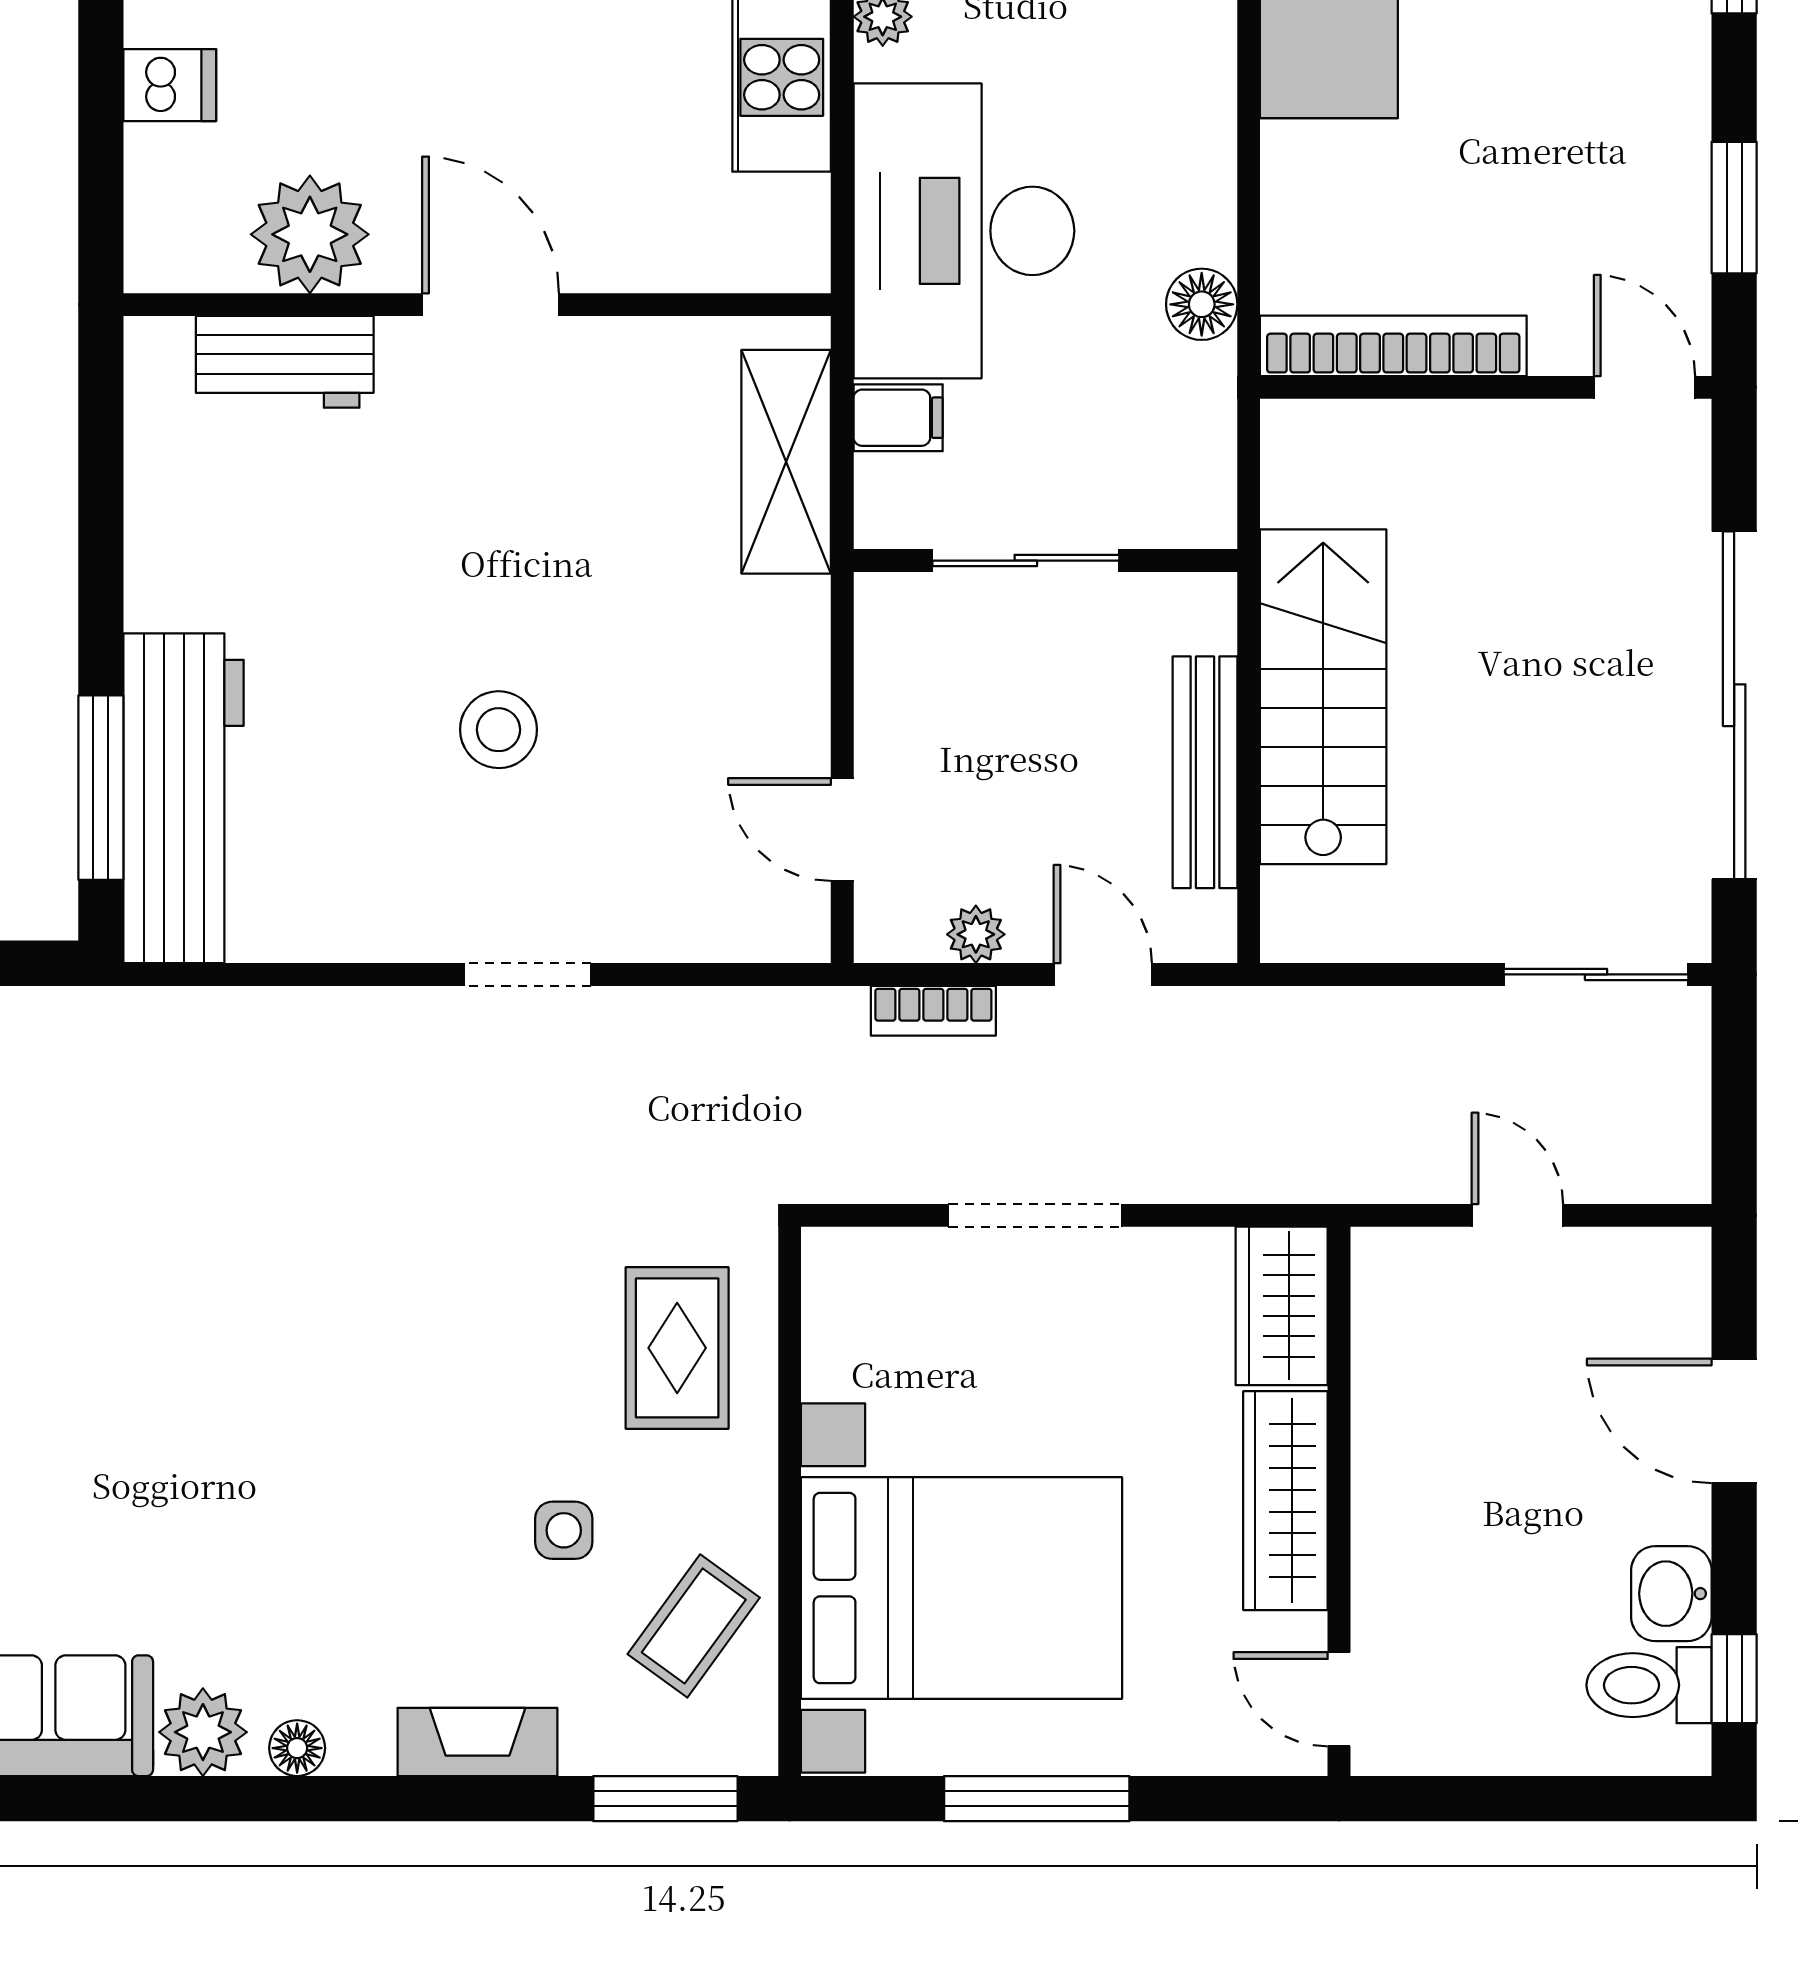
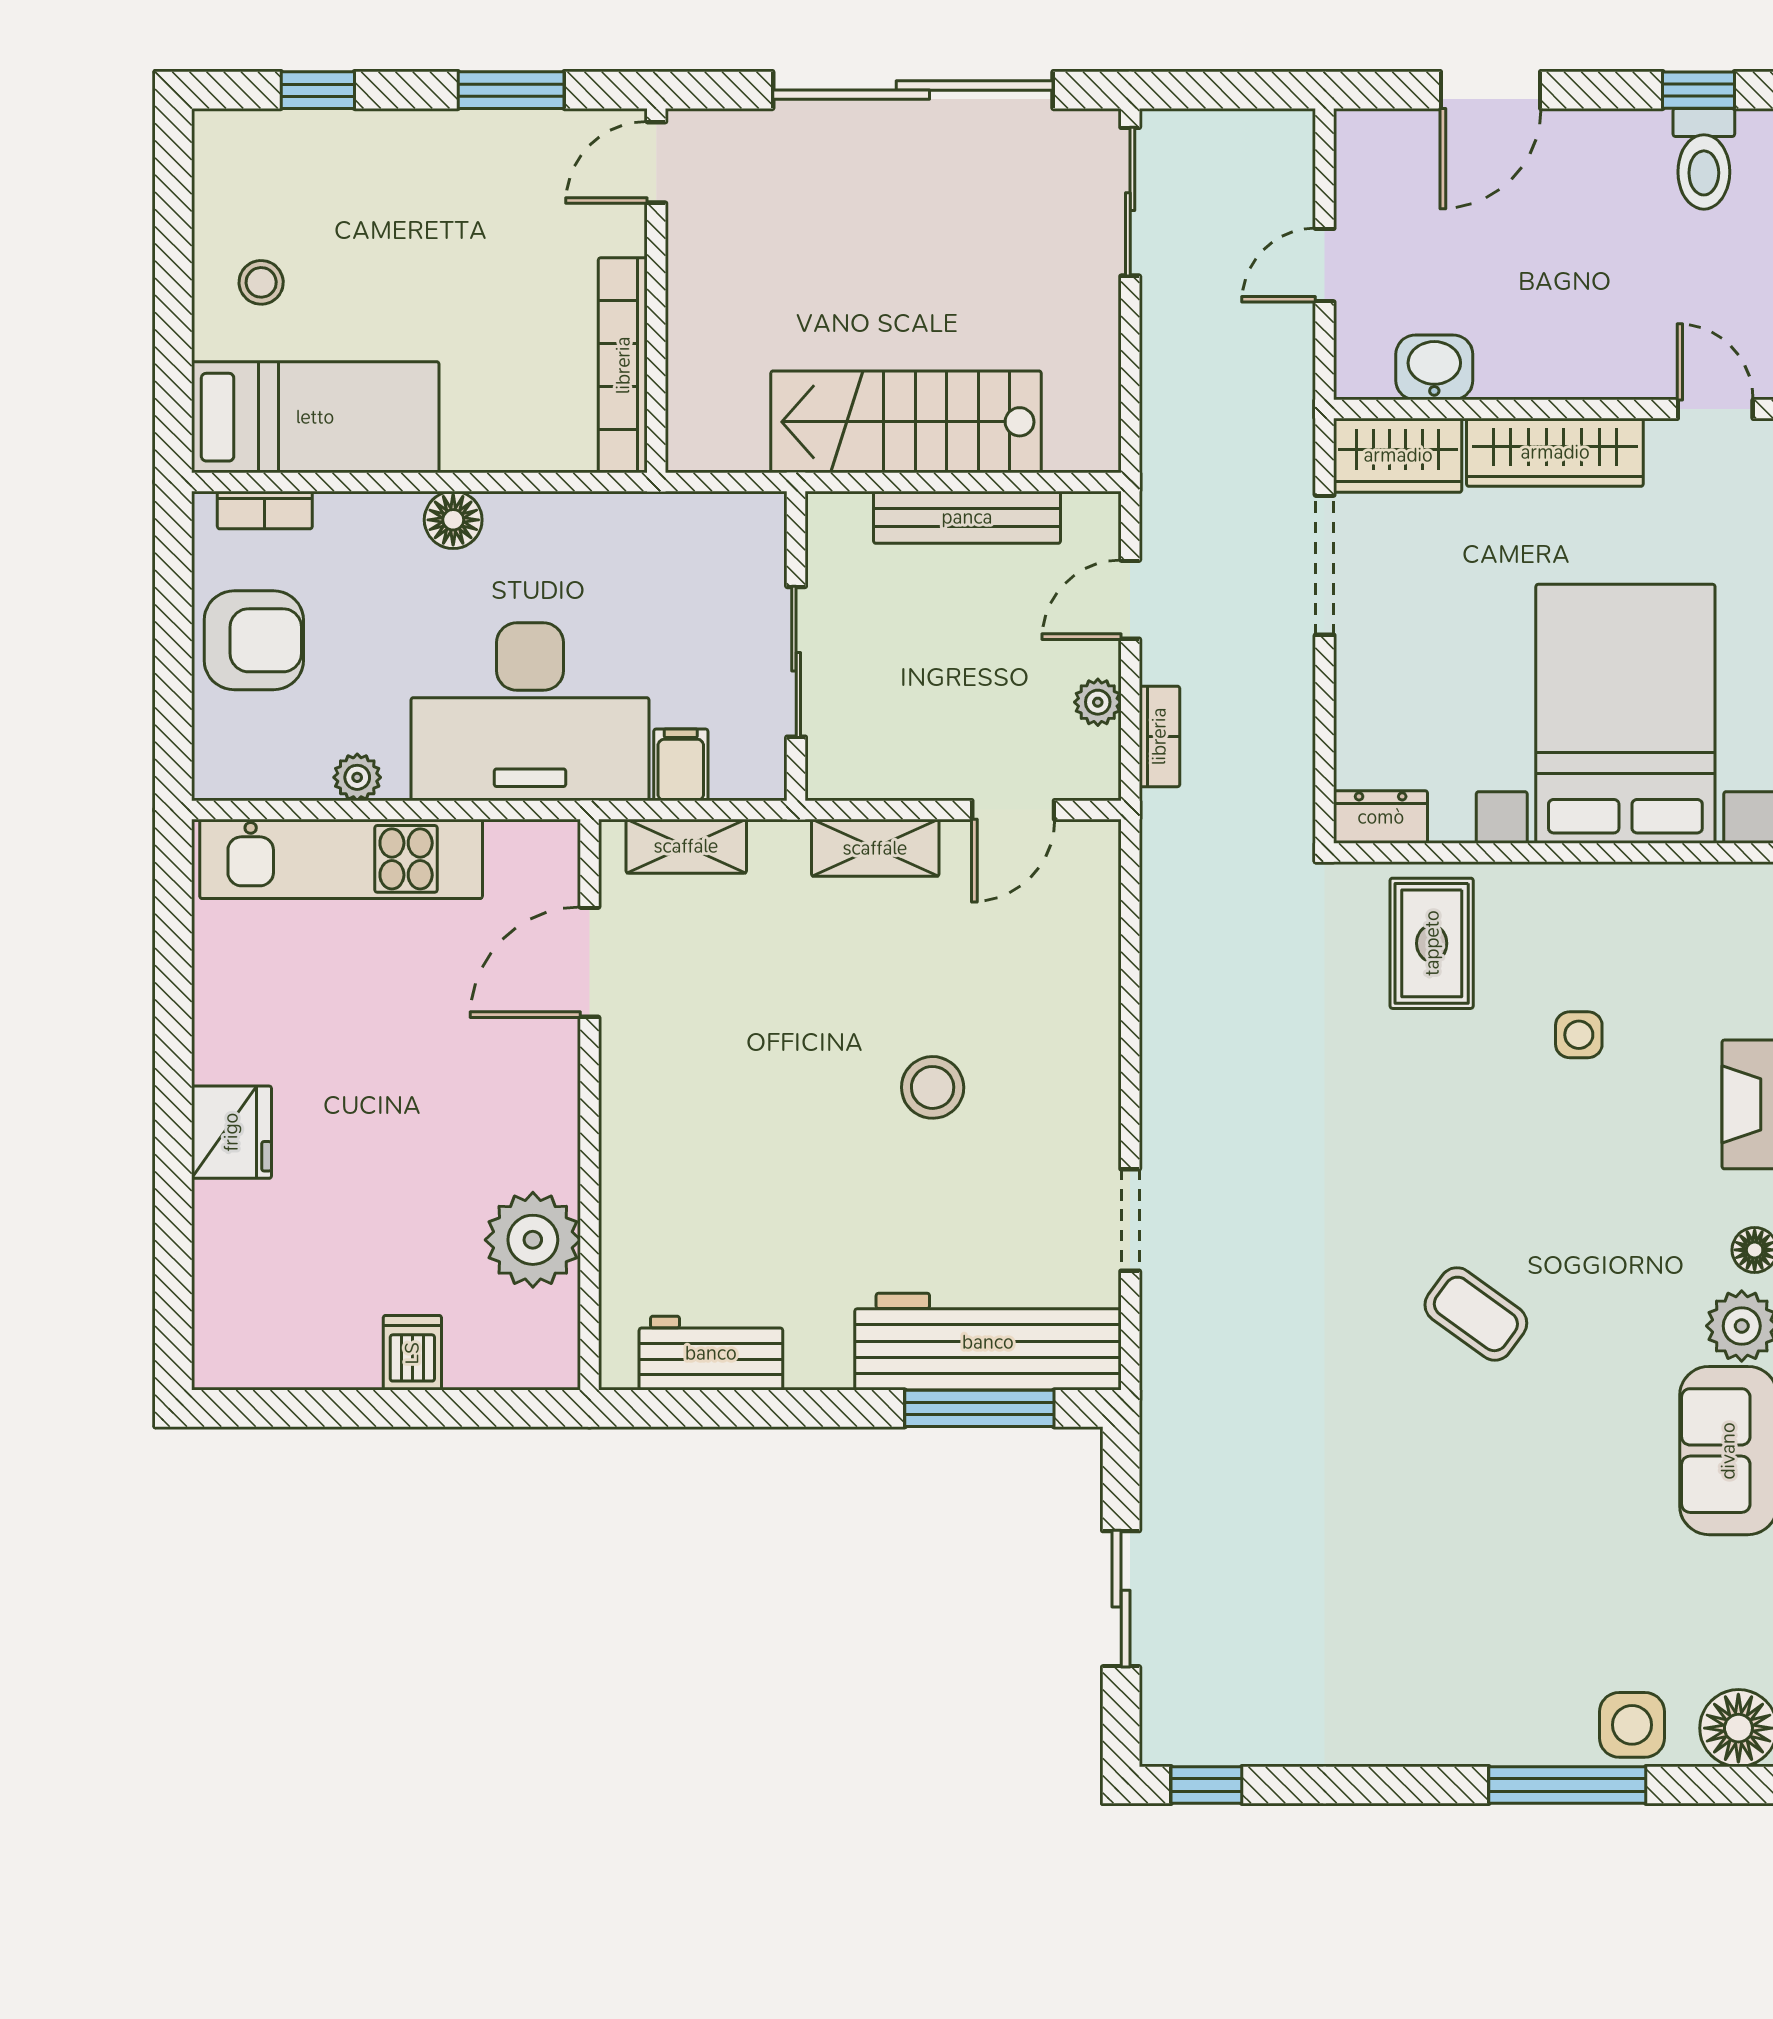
floor lamp: (1202, 304) -> (453, 520), moved
door: (491, 305) -> (590, 962), moved
workbench: (285, 362) -> (711, 1353), moved, turned -90
shelving: (786, 462) -> (686, 846), width x0.67, depth x0.75
shelving: (795, 659) -> (875, 848), added
doorway: (528, 974) -> (1130, 1220), moved
doorway: (1035, 1215) -> (1325, 565), moved
dresser: (834, 1285) -> (1381, 817), added
rug: (677, 1348) -> (1432, 943), turned 90
washbasin: (1671, 1594) -> (1434, 367), moved, turned 180
coffee table: (694, 1626) -> (1476, 1314), moved
door: (1339, 1699) -> (1715, 409), swing flipped

